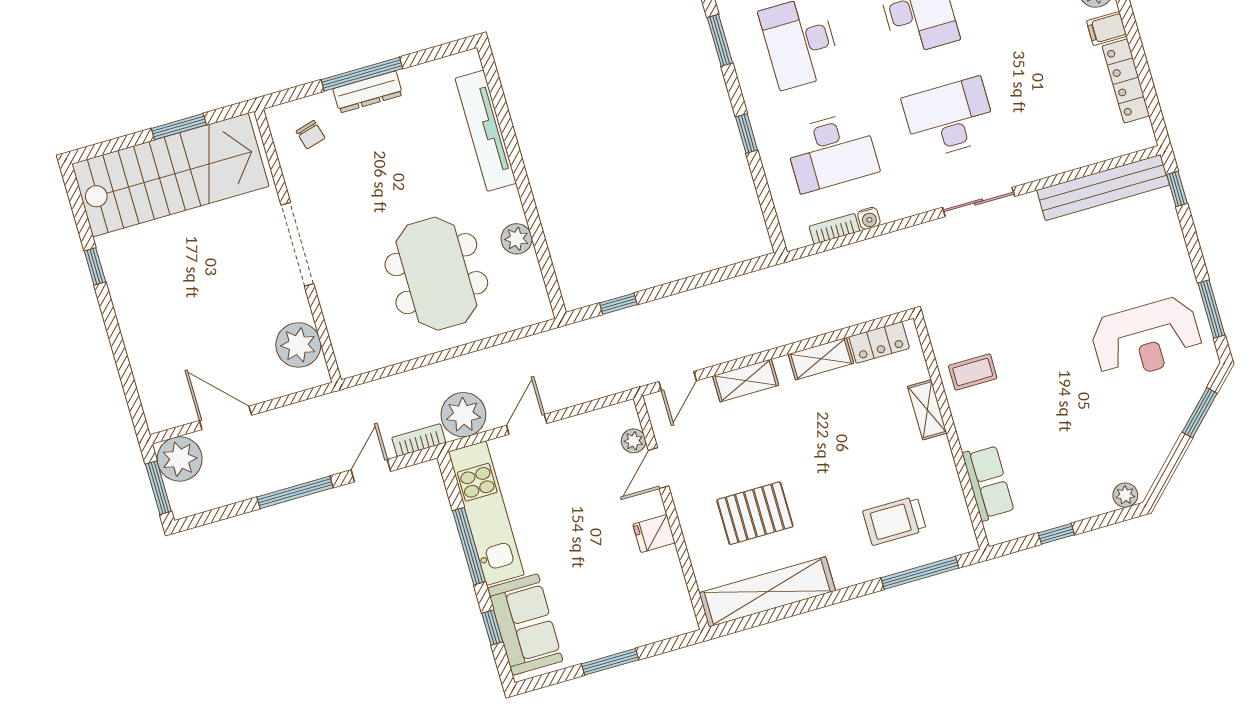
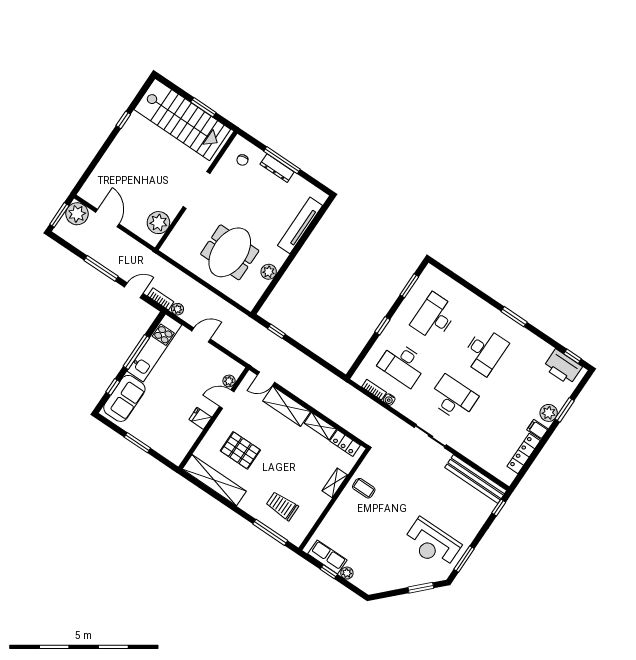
shelving: (746, 380) -> (287, 406), width x1.50, depth x1.33
plant: (463, 415) -> (177, 309), width x0.53, depth x0.53
row of seats: (988, 483) -> (327, 557), moved, turned -90
plant: (1125, 495) -> (347, 573), moved

